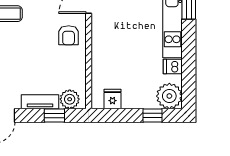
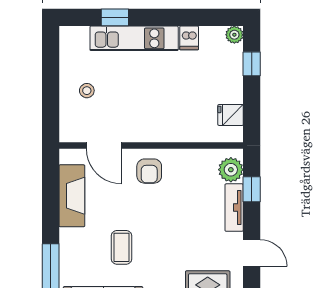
armchair: (69, 35) -> (149, 171), turned 90
plant: (169, 96) -> (234, 35), width x0.53, depth x0.53

